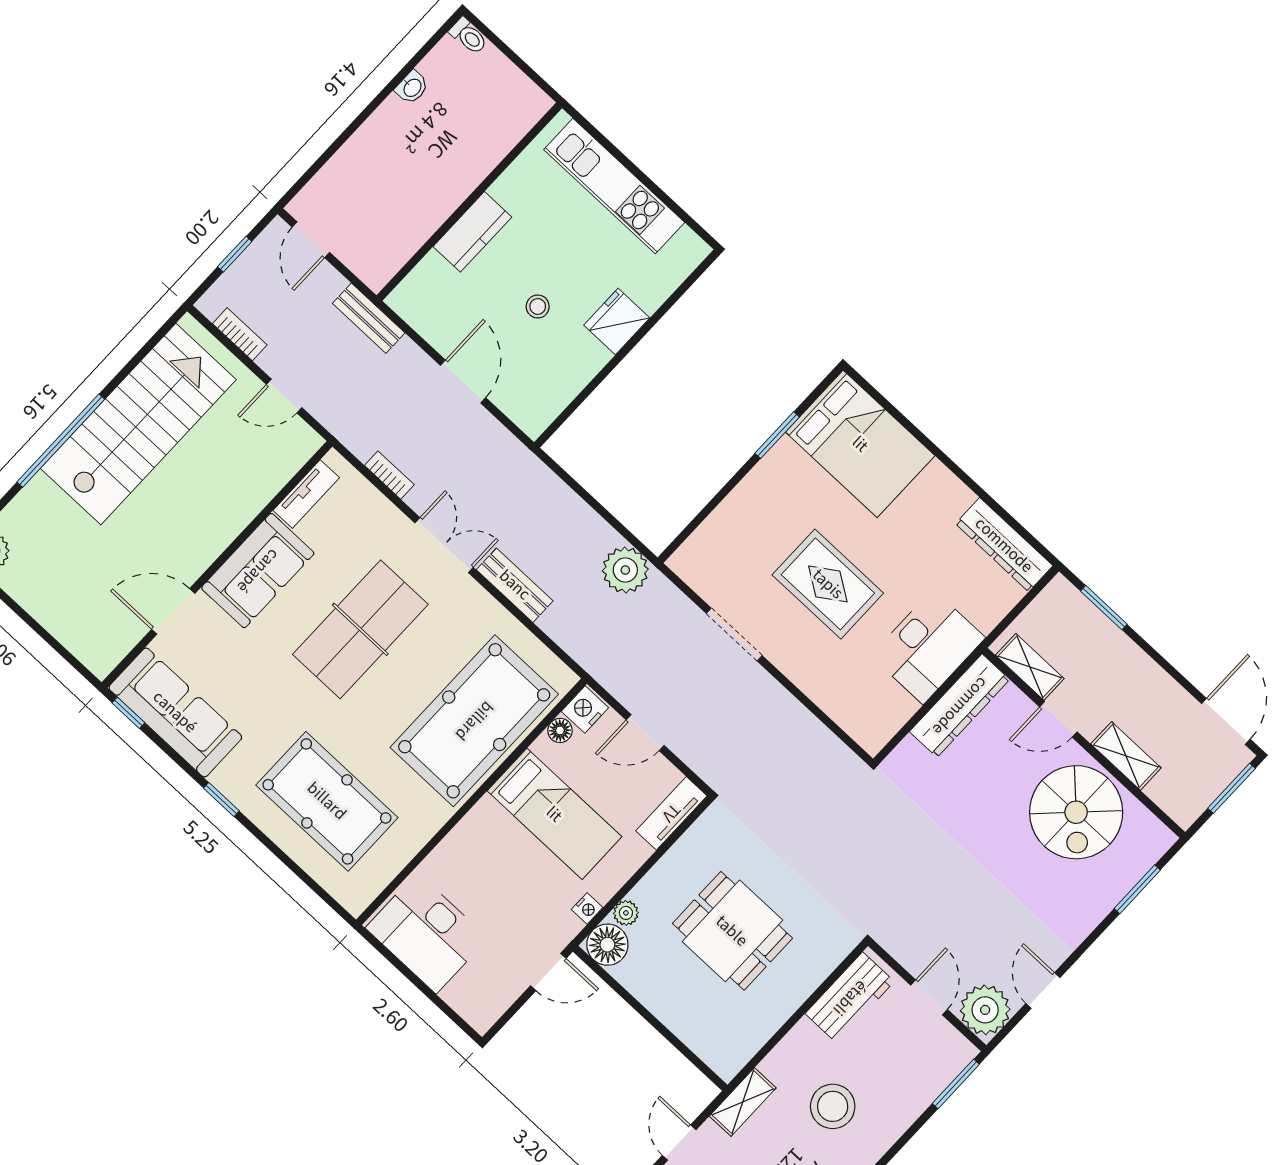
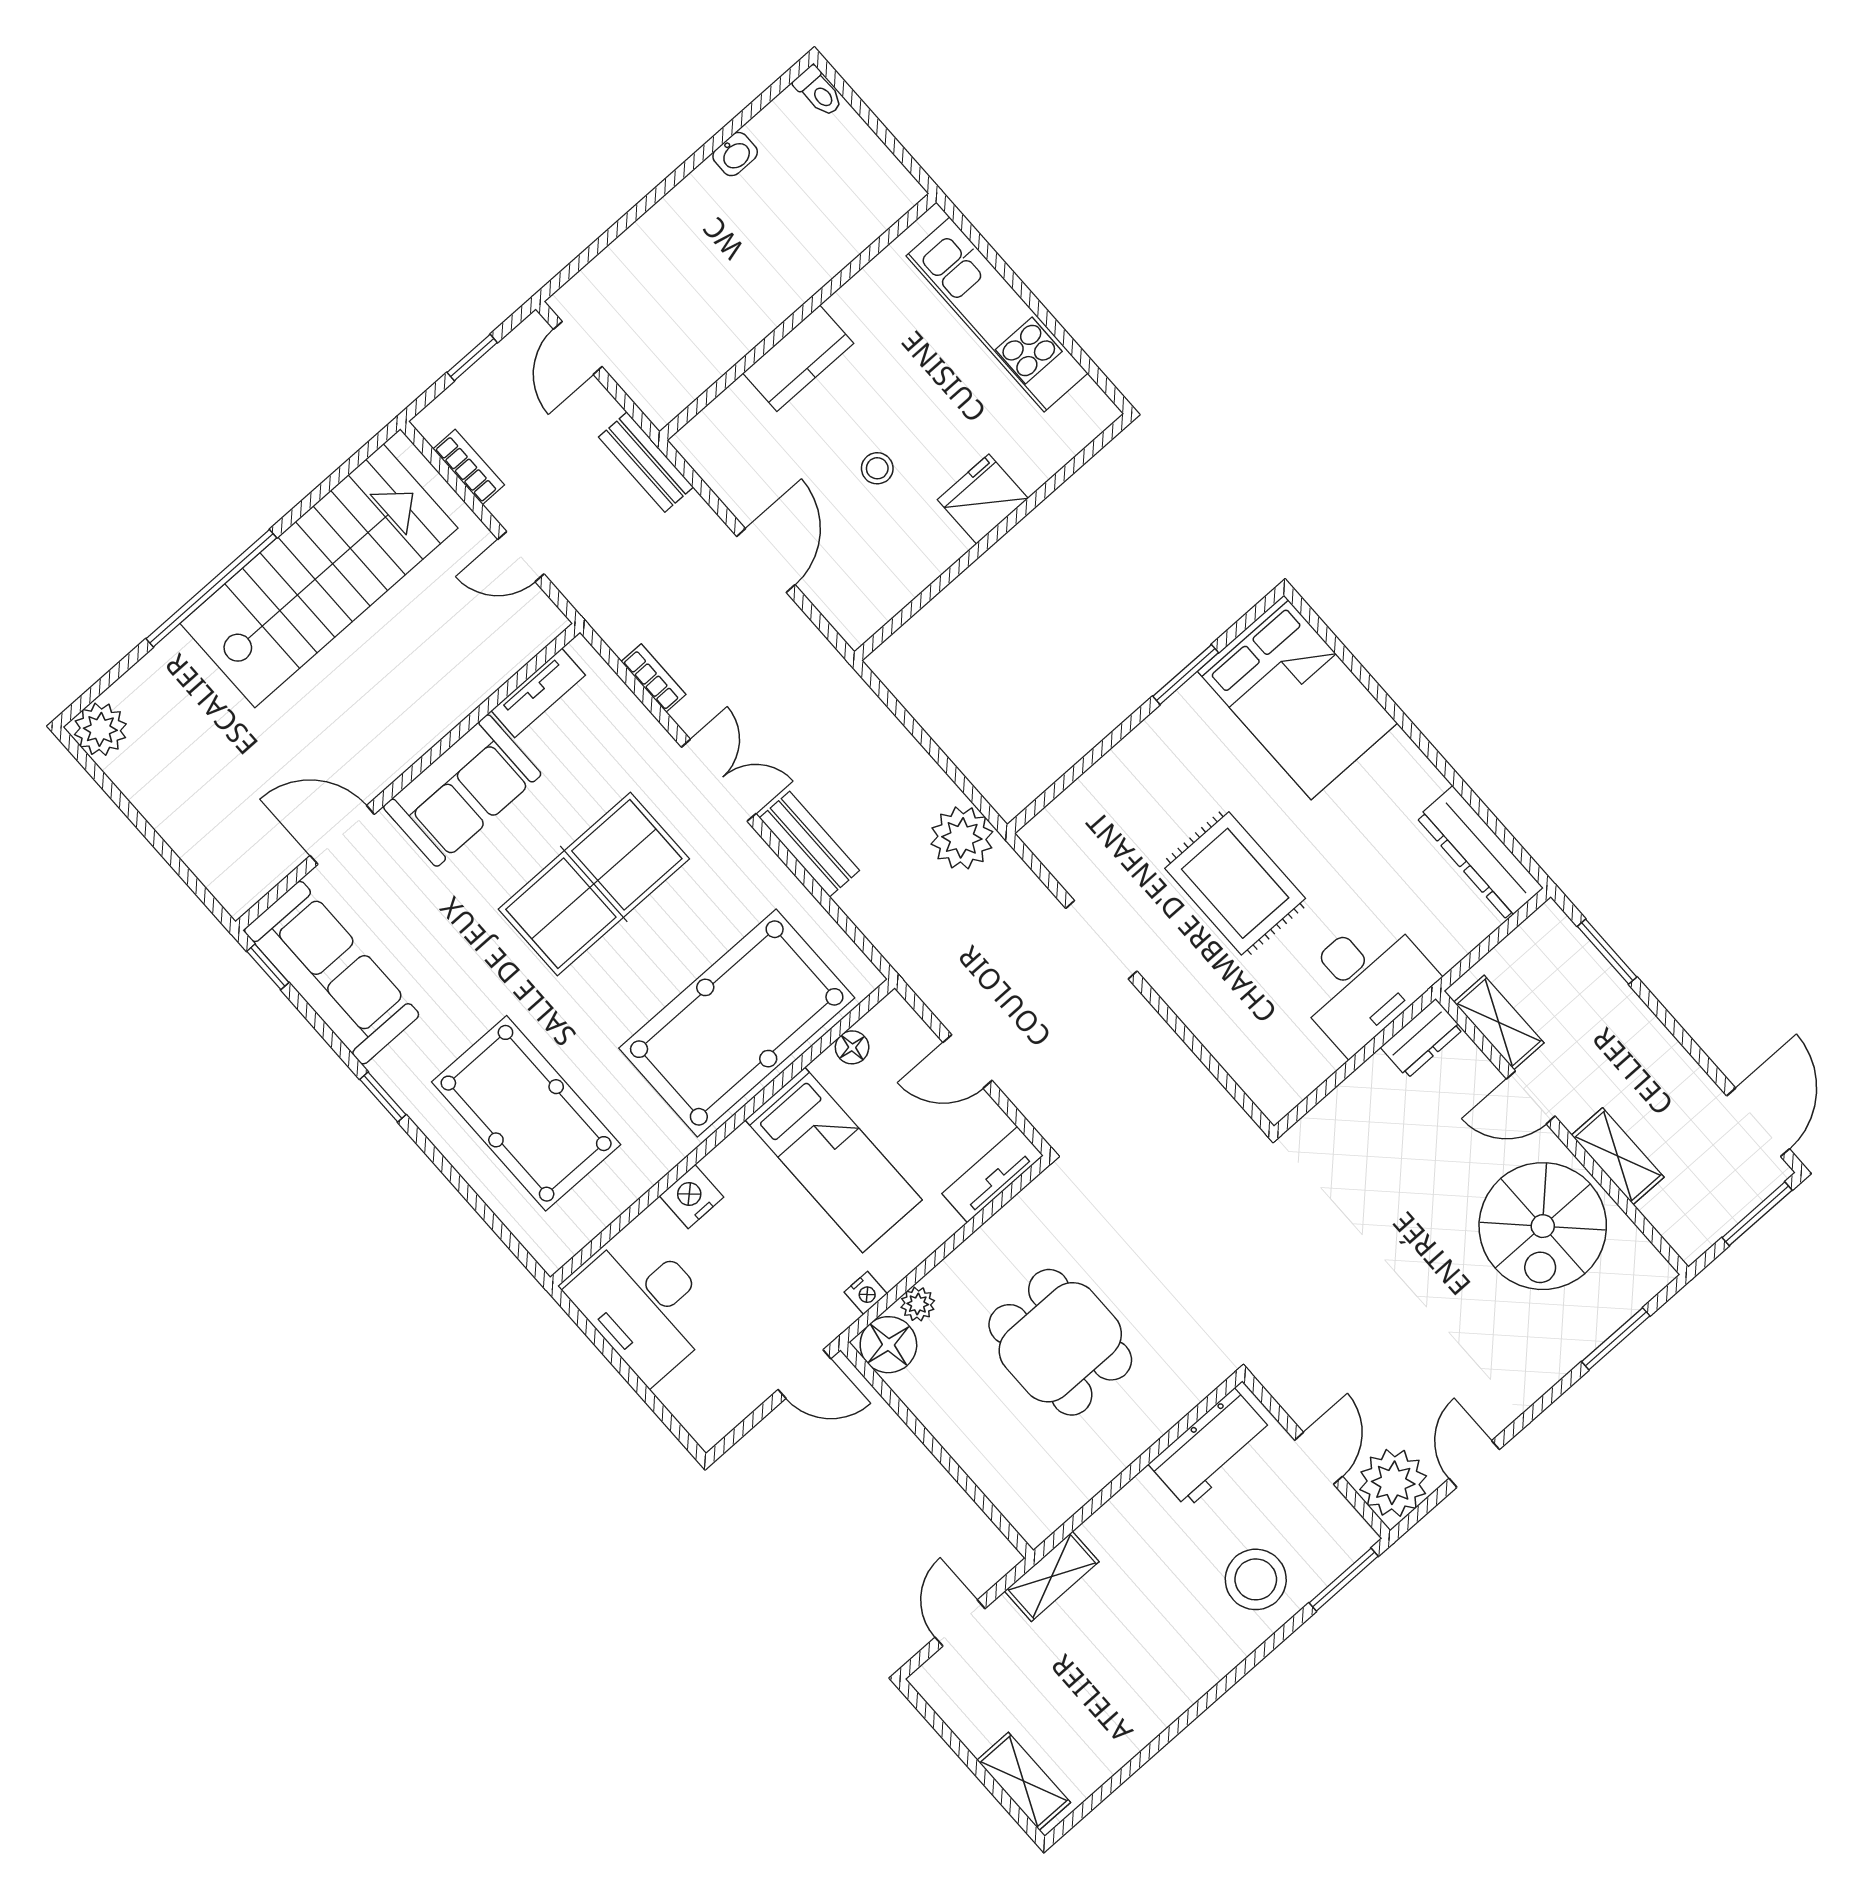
dresser: (960, 706) -> (1422, 1038), width x0.51, depth x0.80
nightstand: (585, 710) -> (692, 1197), moved
stool: (833, 1106) -> (1256, 1579), moved

